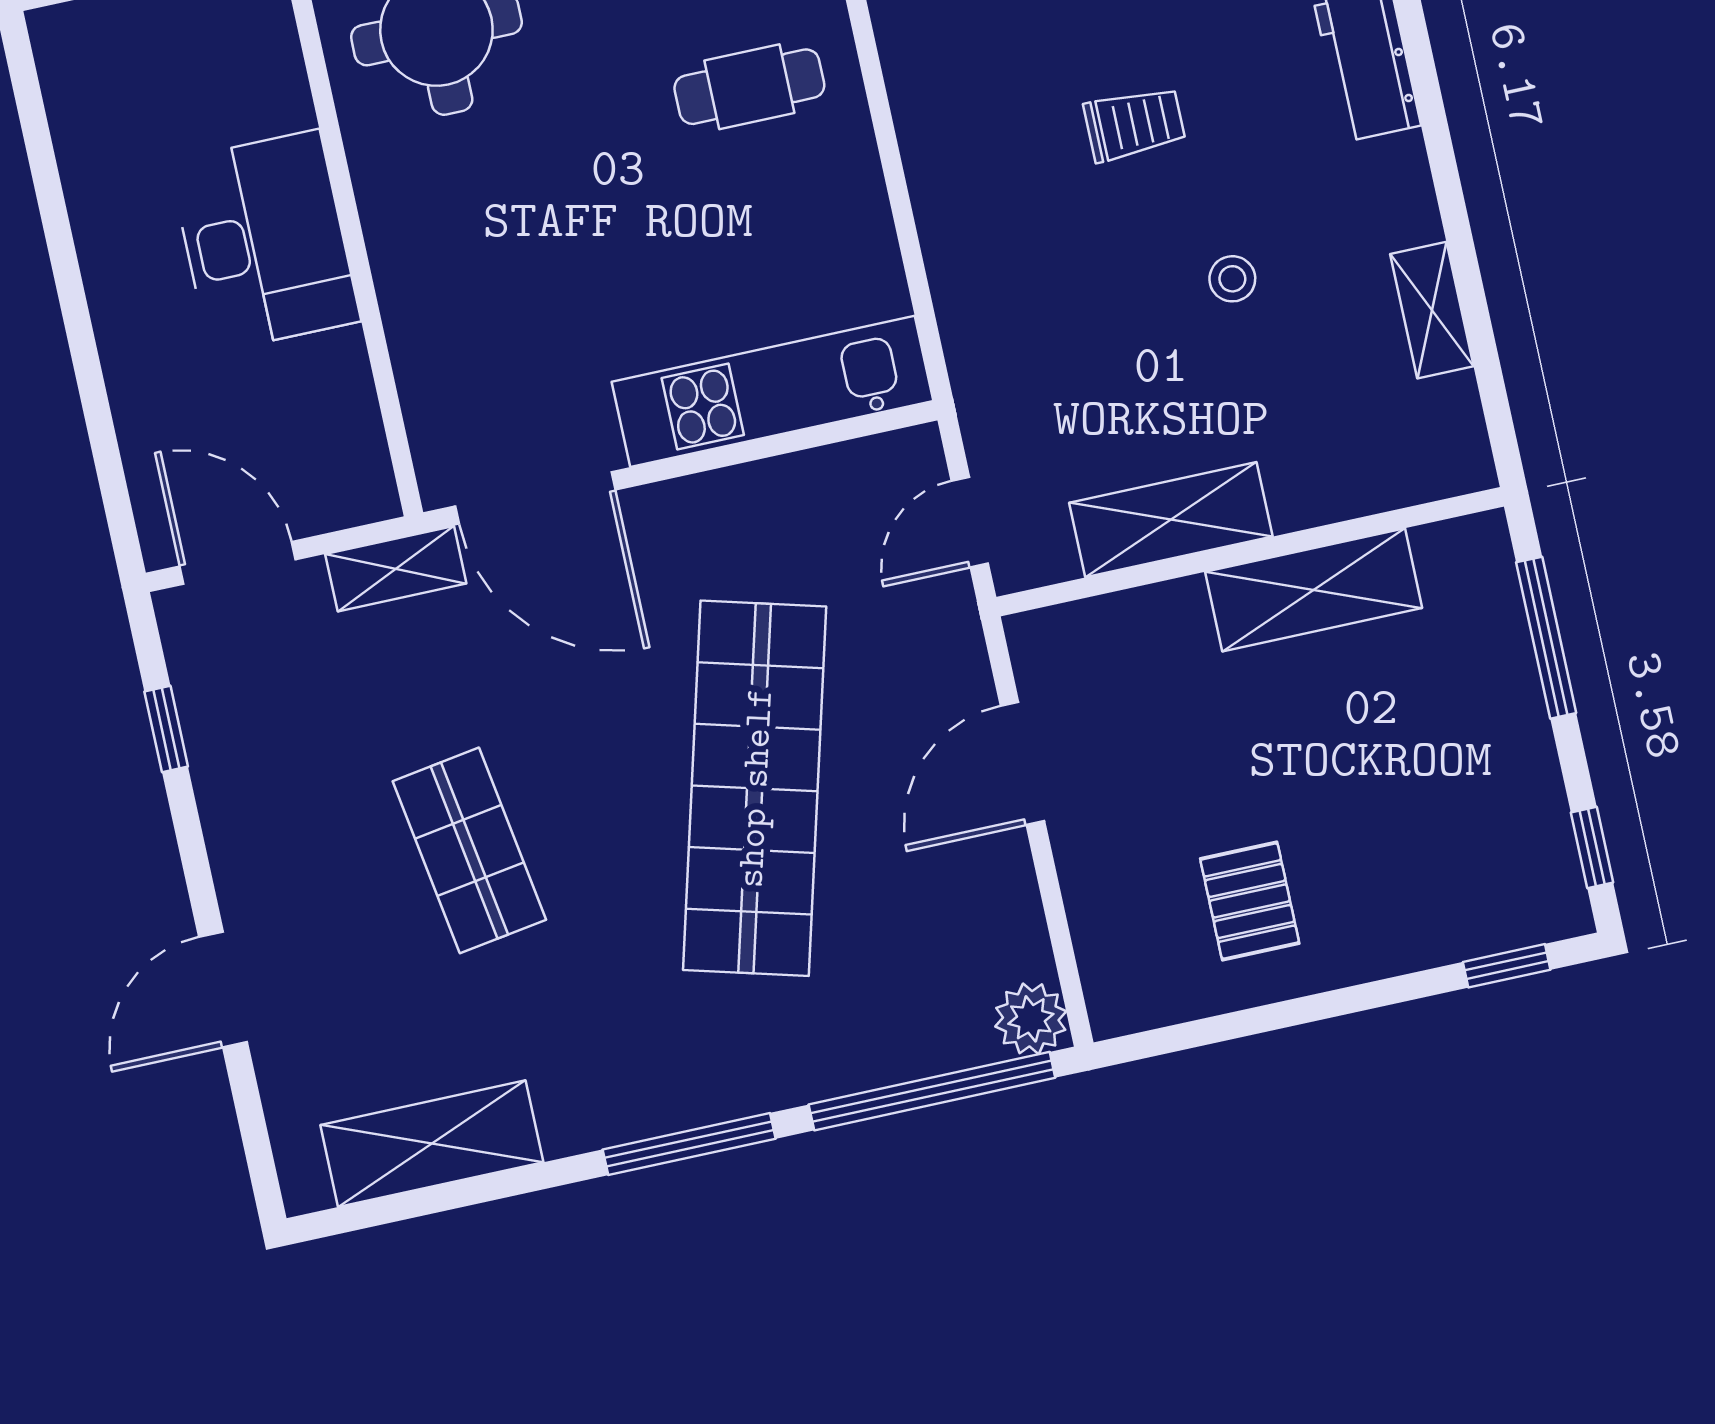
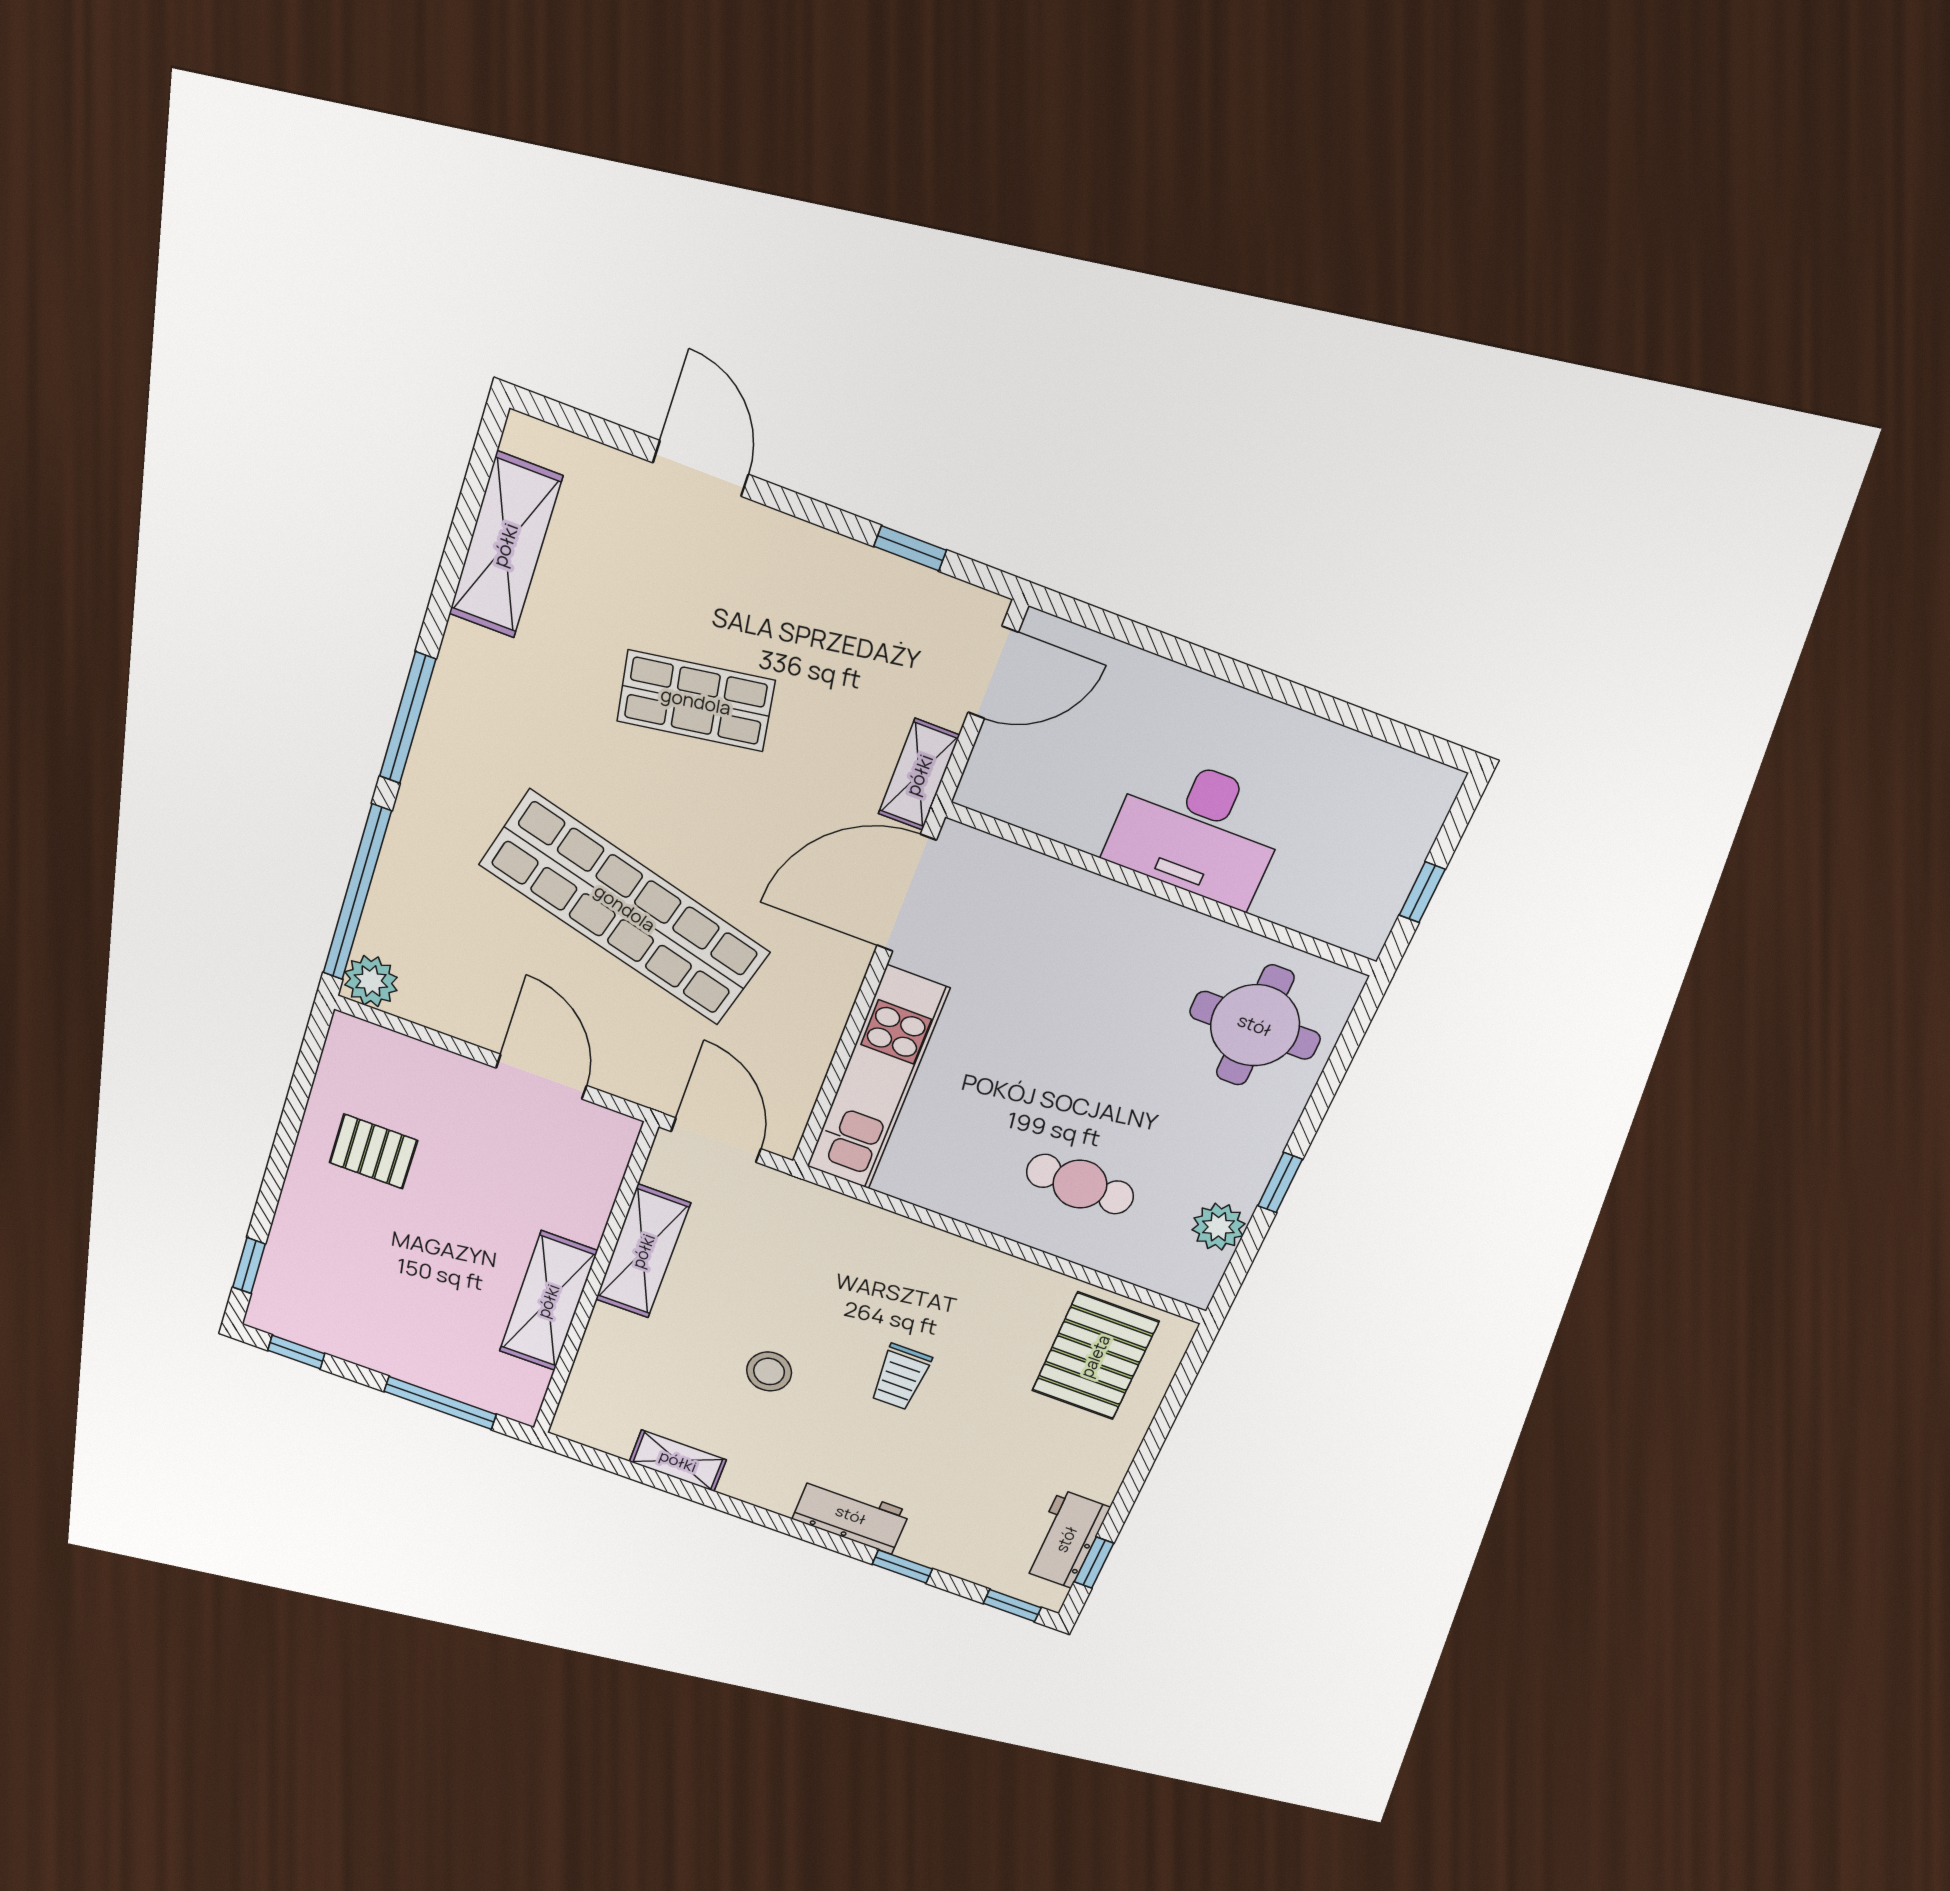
cafe table: (749, 87) -> (1080, 1184), turned 90
stool: (1232, 279) -> (769, 1372), width x1.37, depth x1.37
door: (970, 522) -> (716, 1140), width x1.38

